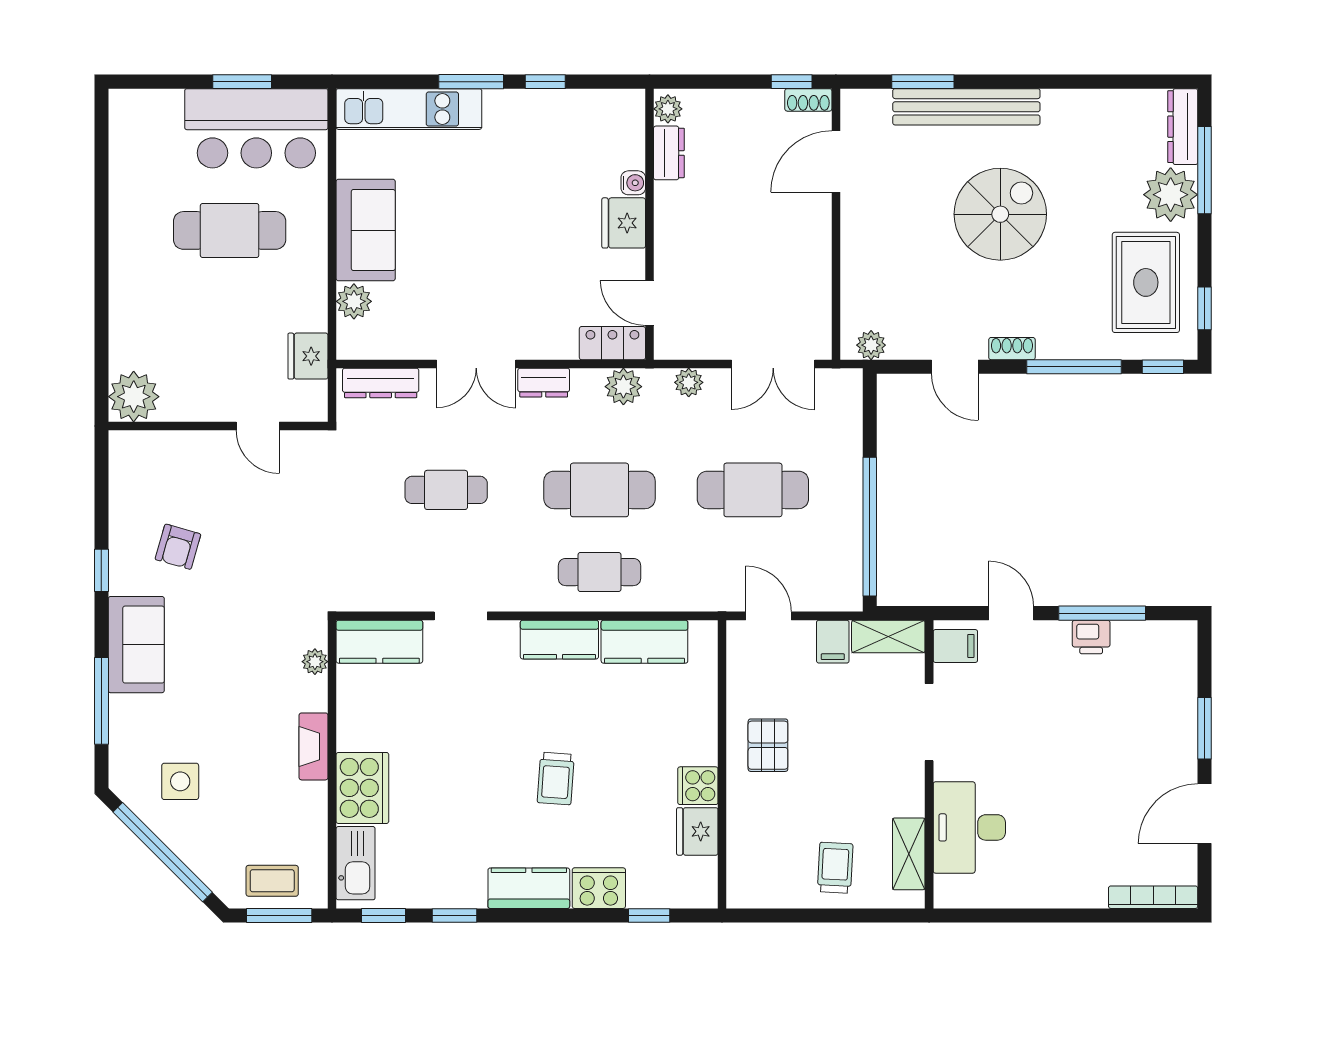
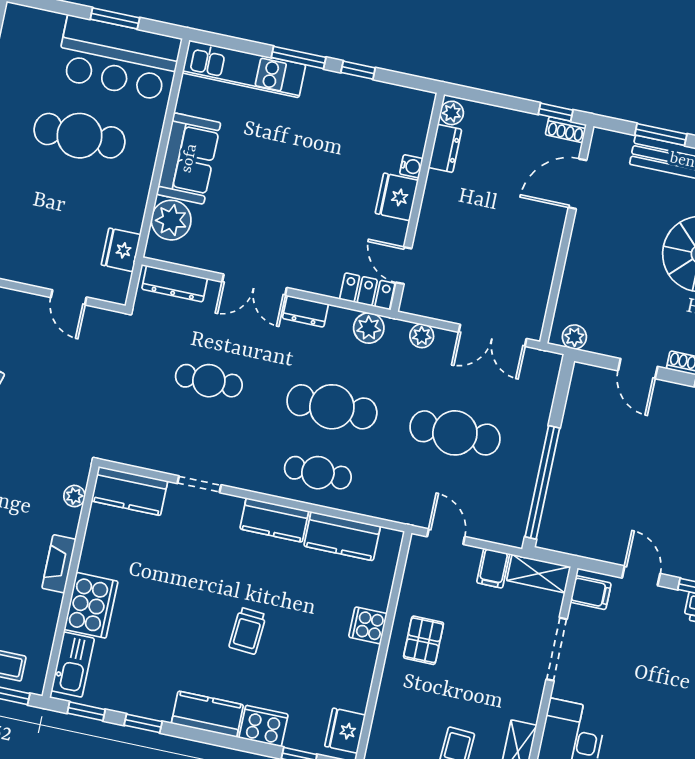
plant: (354, 301) -> (171, 220), width x1.36, depth x1.36
cooker: (698, 786) -> (368, 625), moved
fridge: (697, 831) -> (345, 731), moved

